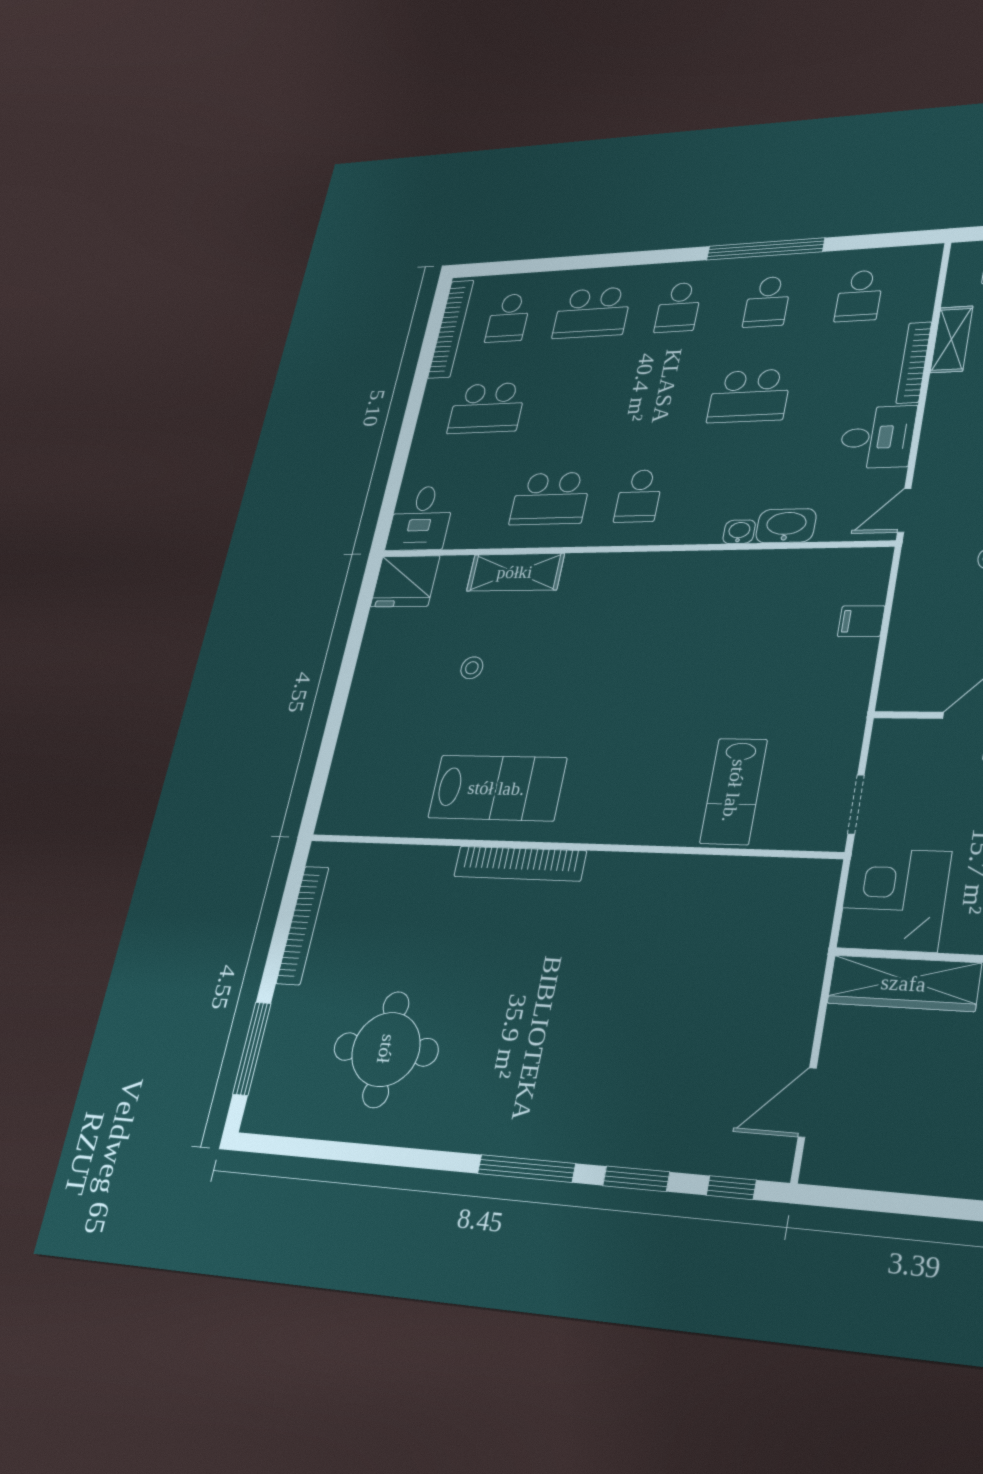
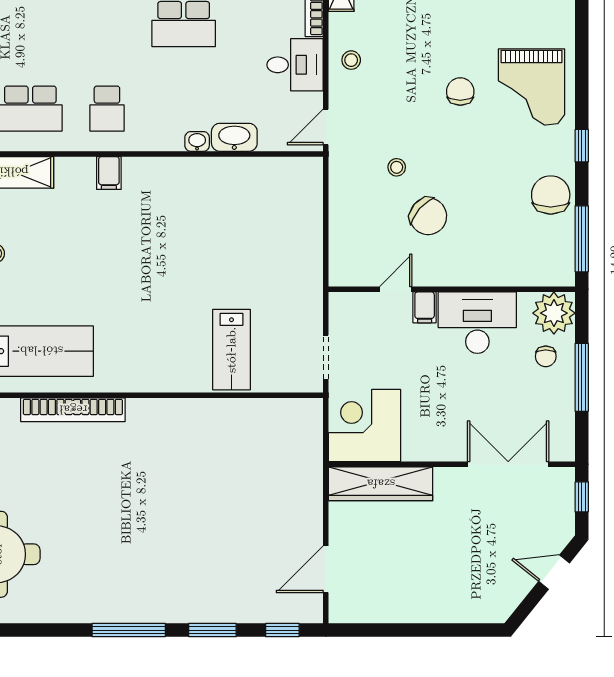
stool: (950, 429) -> (351, 60), added
filing cabinet: (861, 621) -> (109, 173), moved, turned -90

